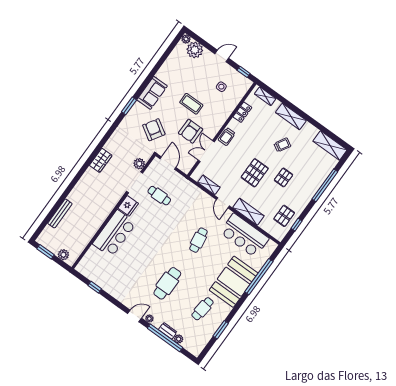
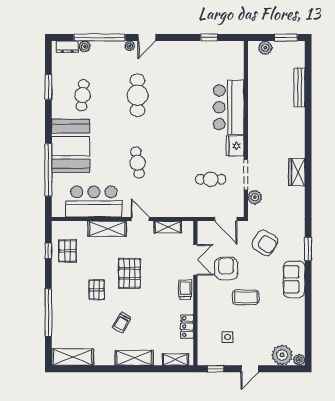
dresser: (168, 331) -> (67, 47), moved

